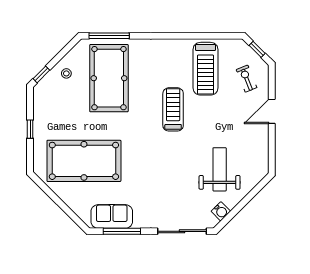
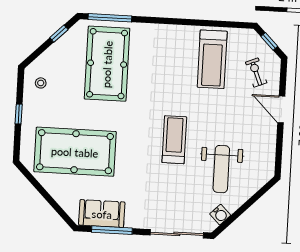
stool: (66, 73) -> (41, 83), moved
window: (41, 74) -> (59, 34), moved
treadmill: (173, 109) -> (174, 140), moved
door: (272, 111) -> (281, 109), hinge flipped
weight bench: (220, 169) -> (221, 169), turned 180

